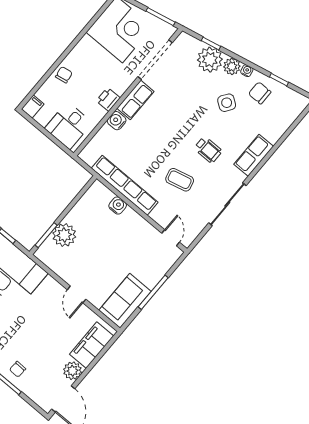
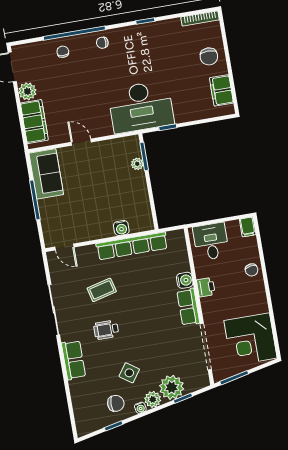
plant: (64, 235) -> (137, 164), width x0.53, depth x0.53

